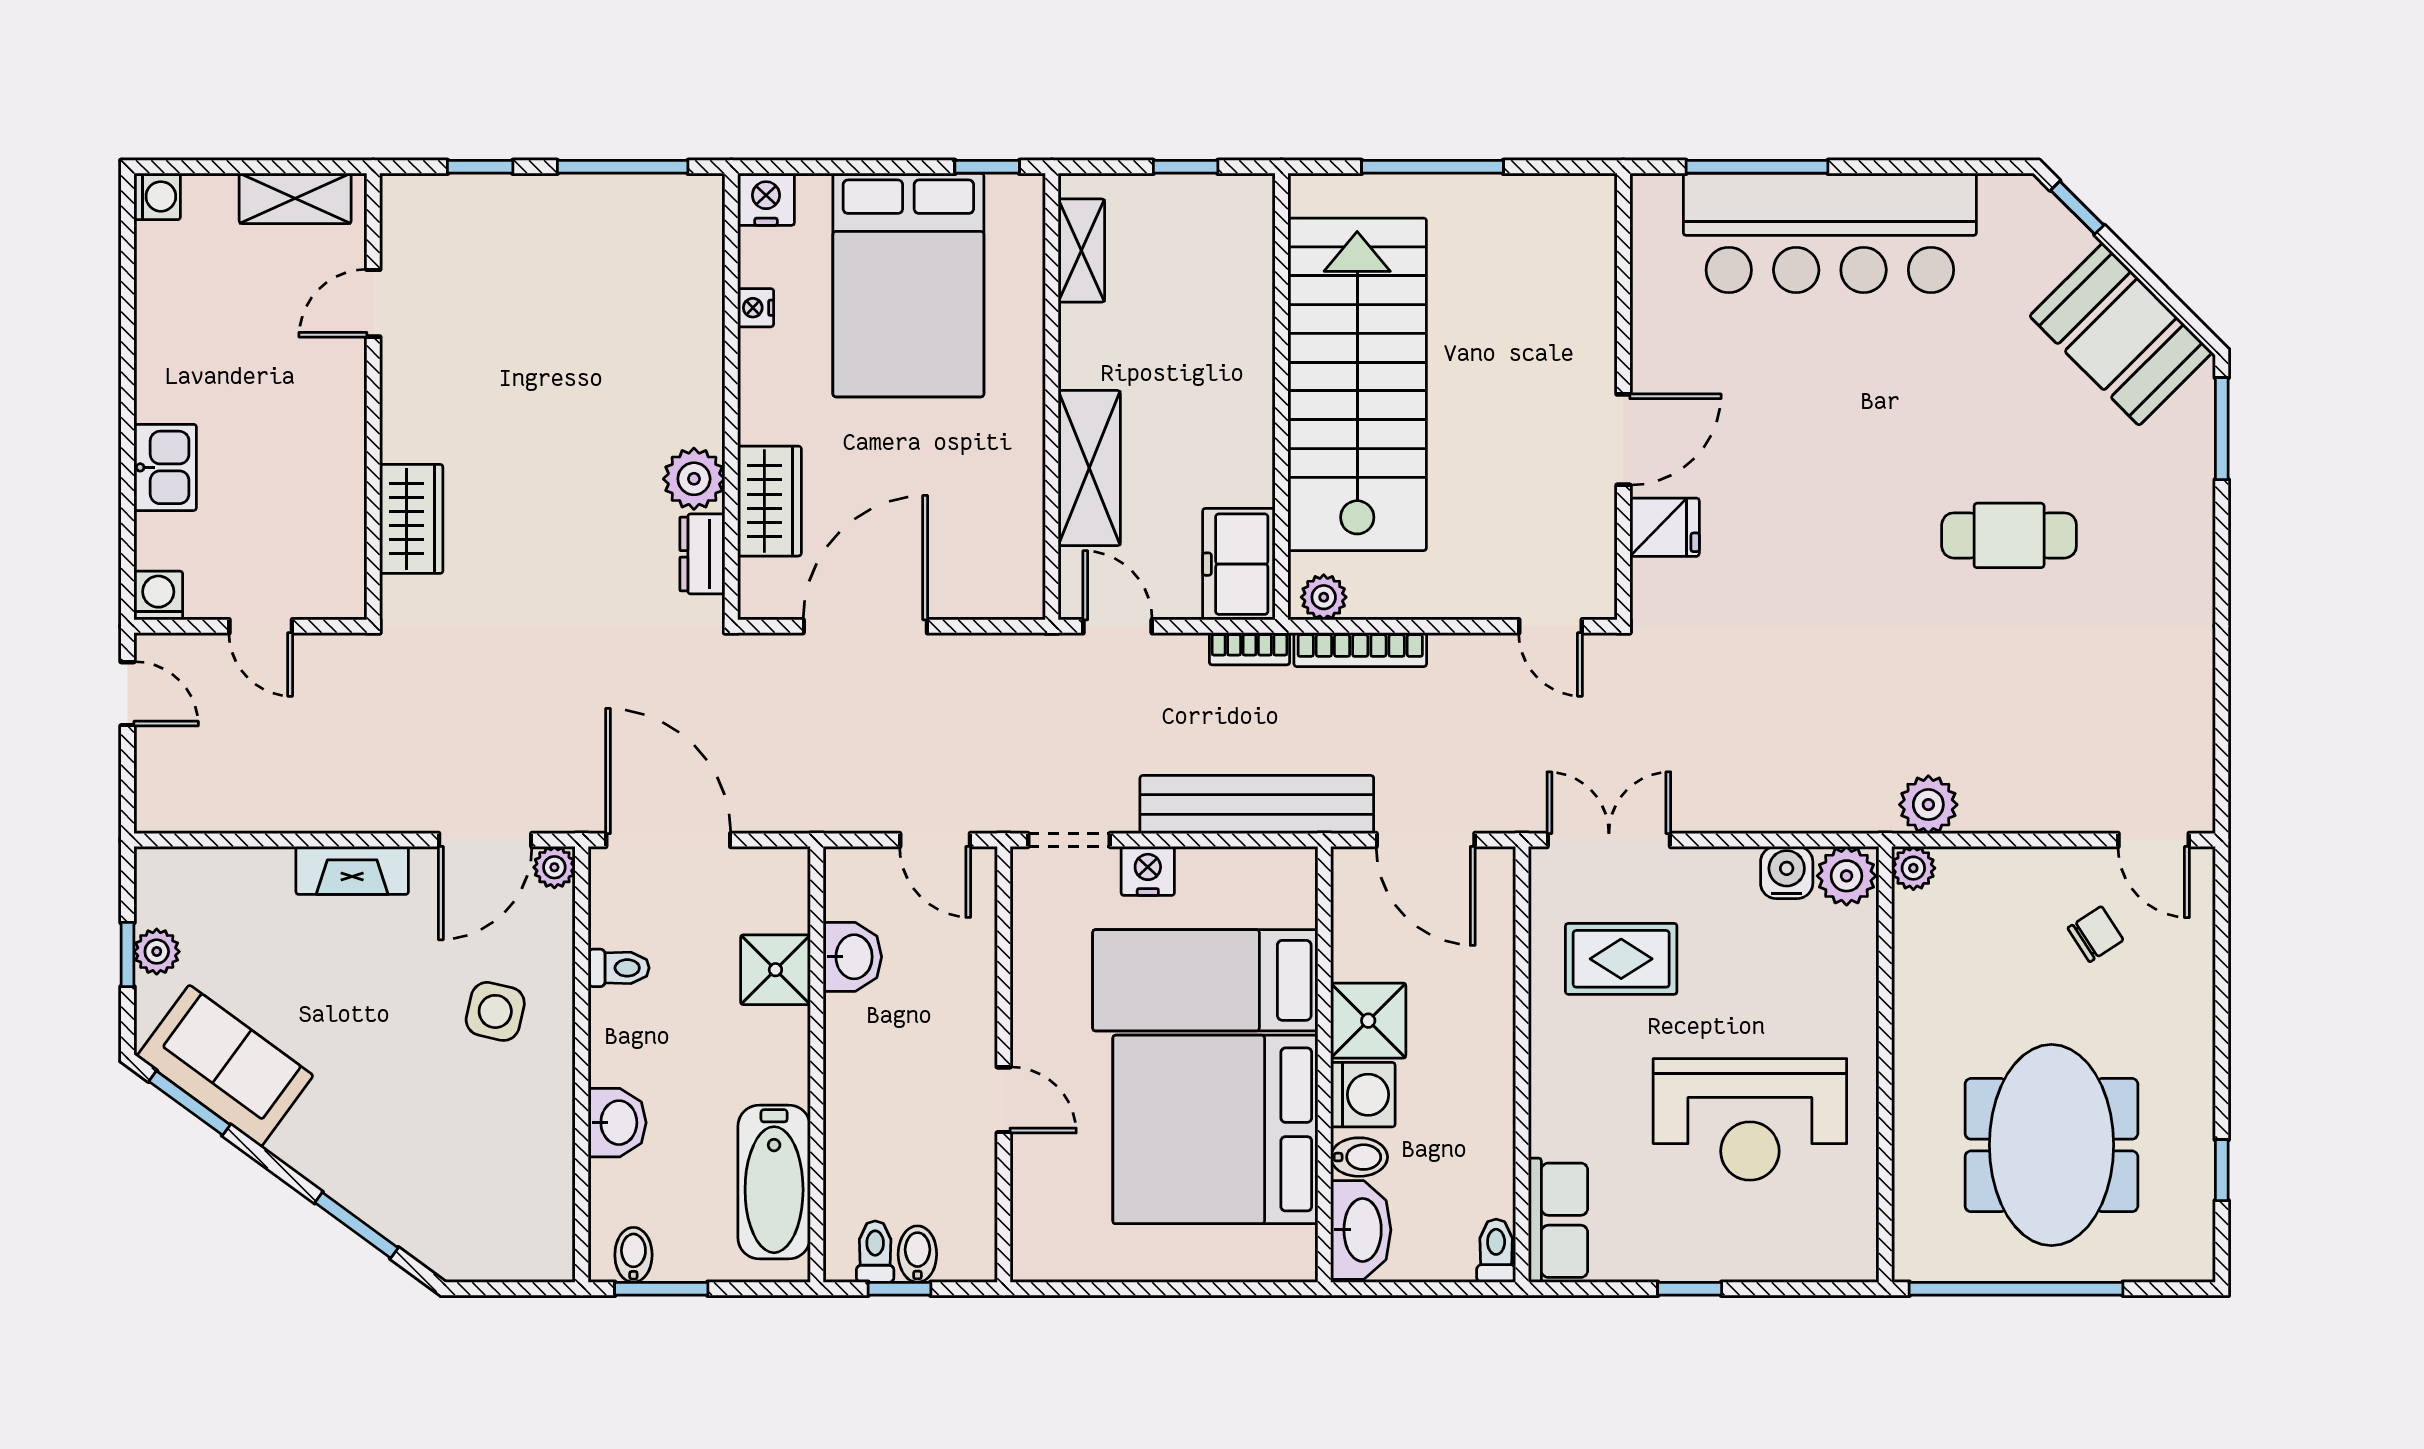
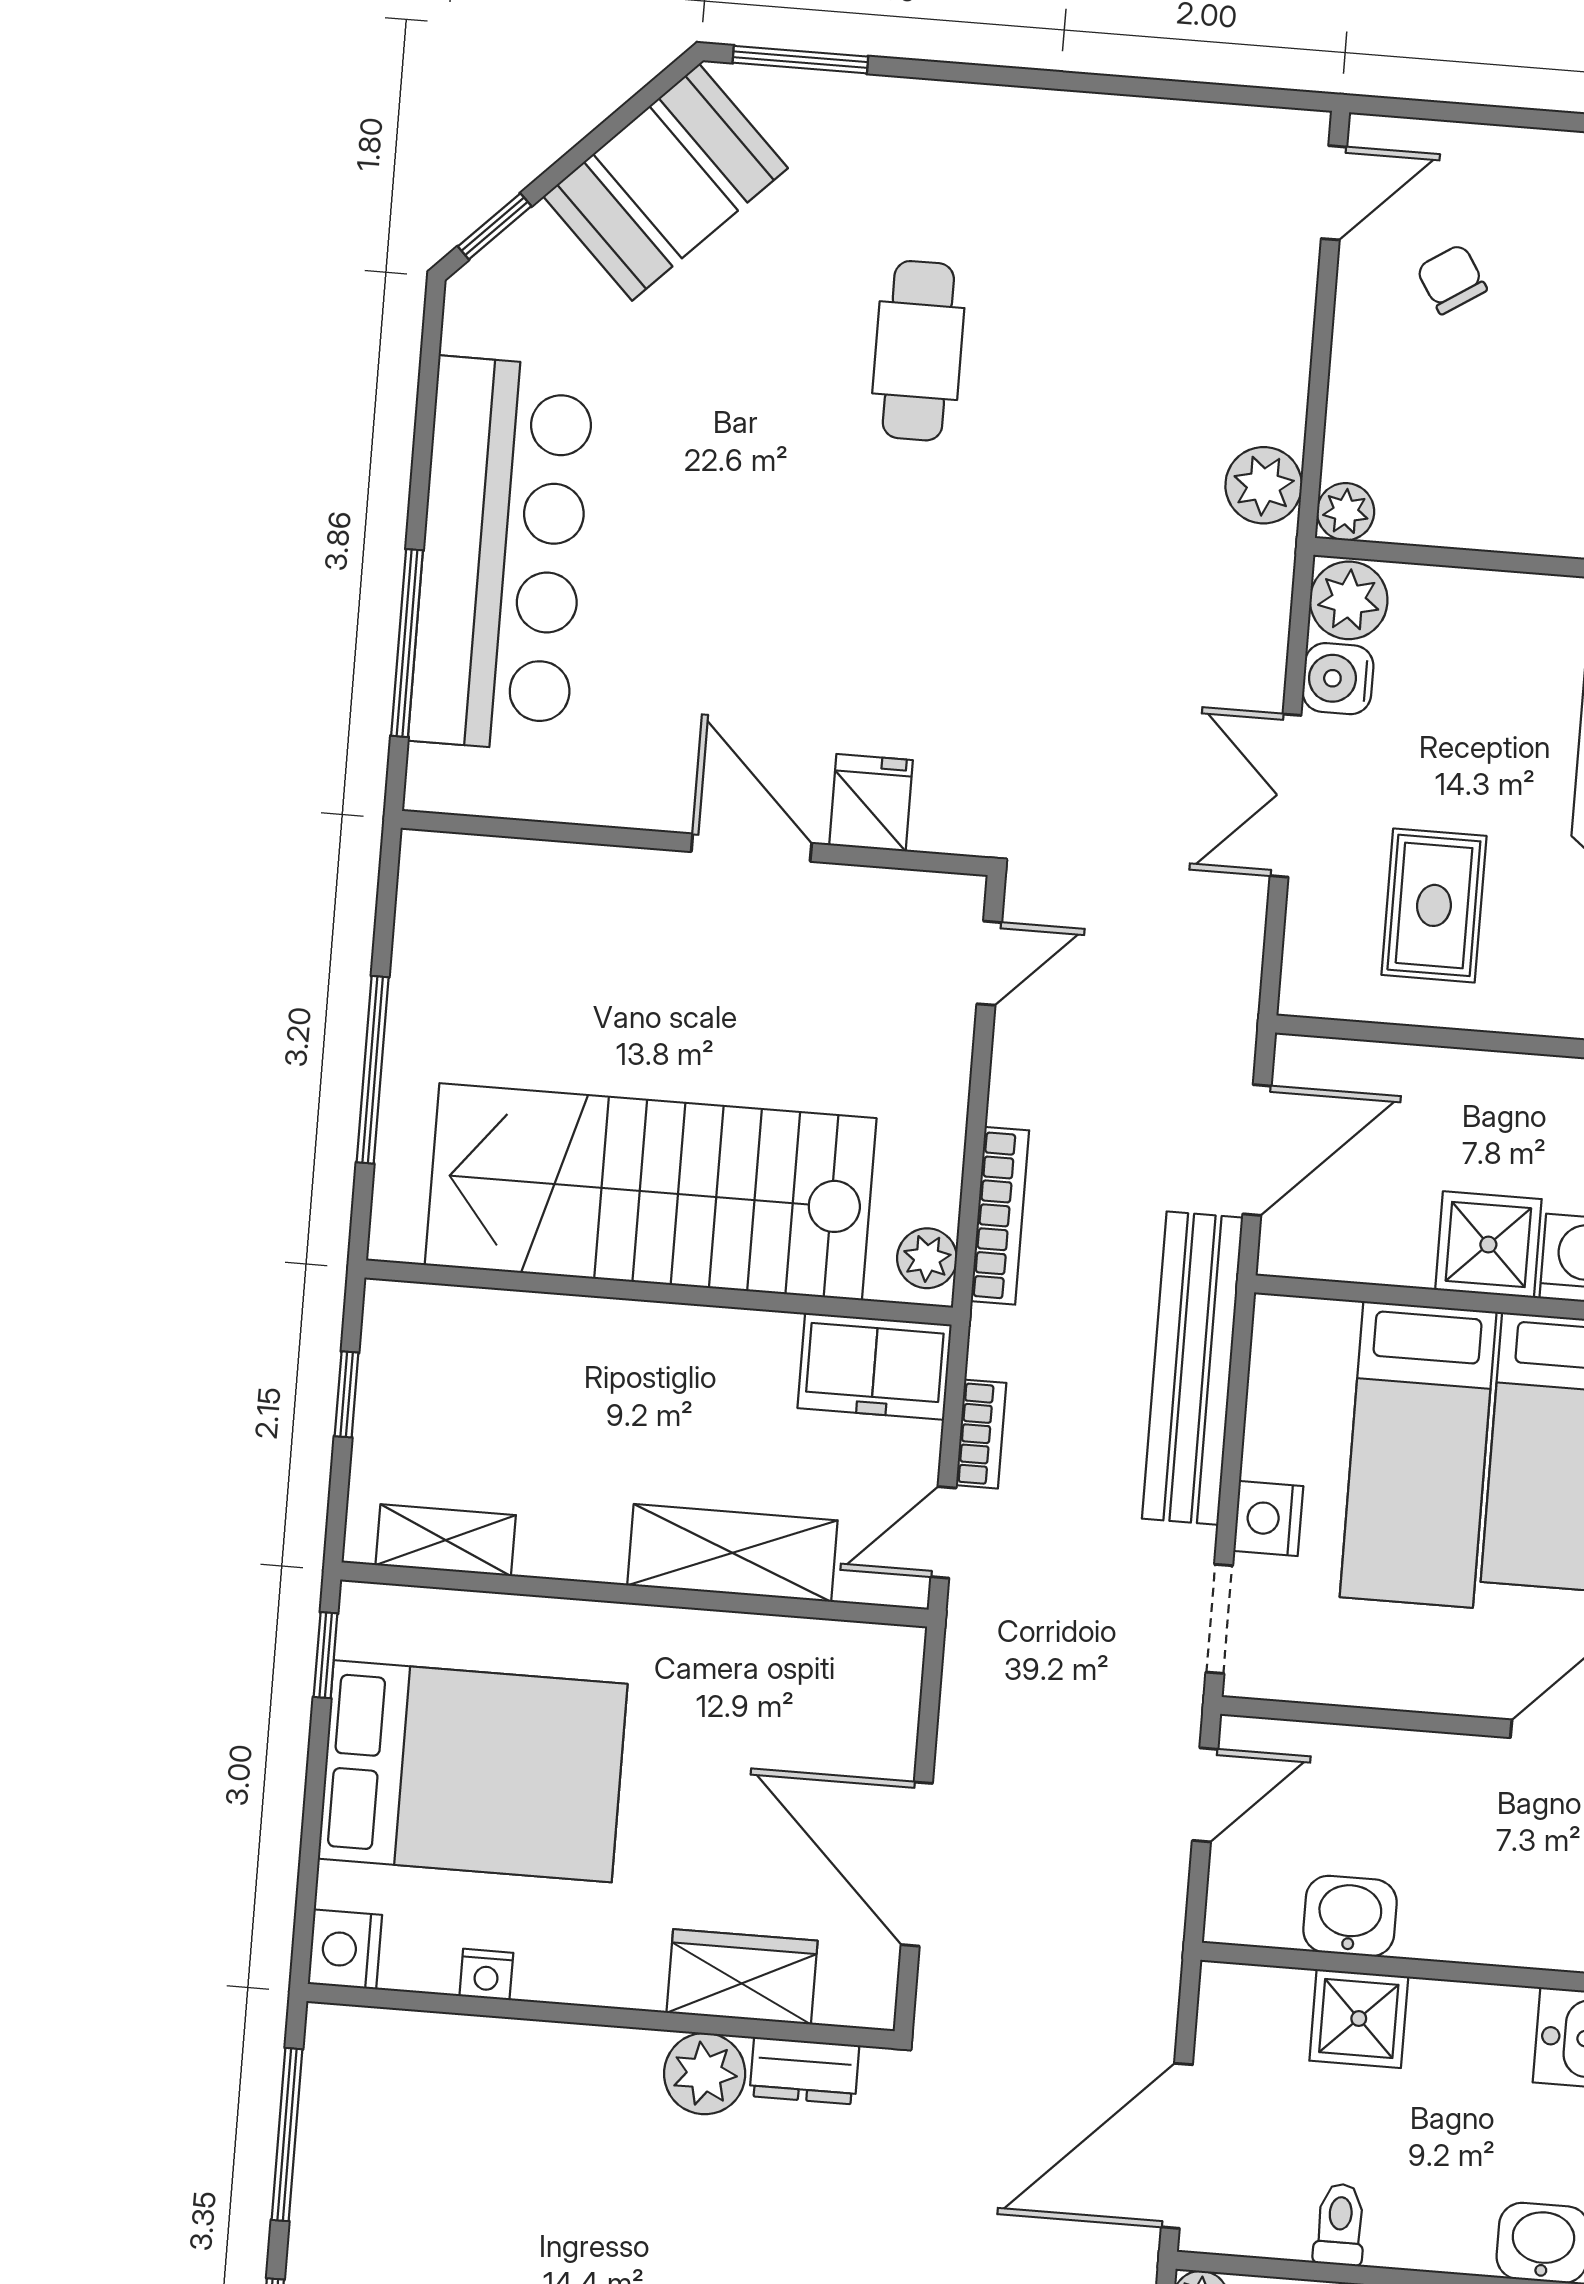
bookcase: (1249, 649) -> (981, 1434), moved
double door: (1609, 840) -> (1286, 796), moved

